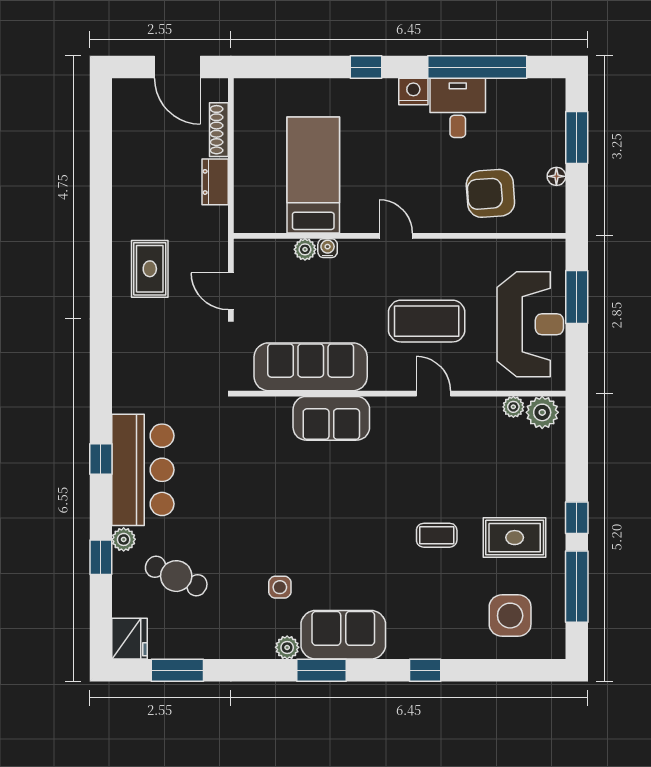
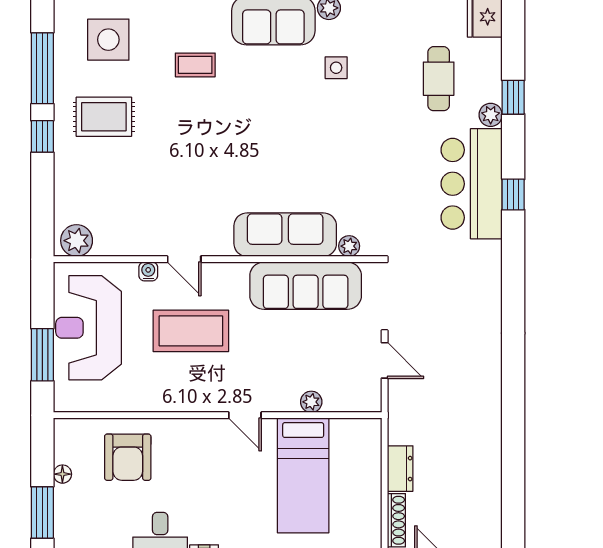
armchair: (490, 193) -> (128, 457), turned 94
door: (396, 236) -> (245, 415), moved
water cooler: (328, 248) -> (148, 271), moved, turned 180
rug: (150, 269) -> (465, 383), removed
plant: (513, 407) -> (349, 246), moved
sofa: (331, 418) -> (285, 235), width x1.36
coffee table: (437, 535) -> (195, 65), moved
cafe table: (176, 576) -> (439, 79), turned 66

